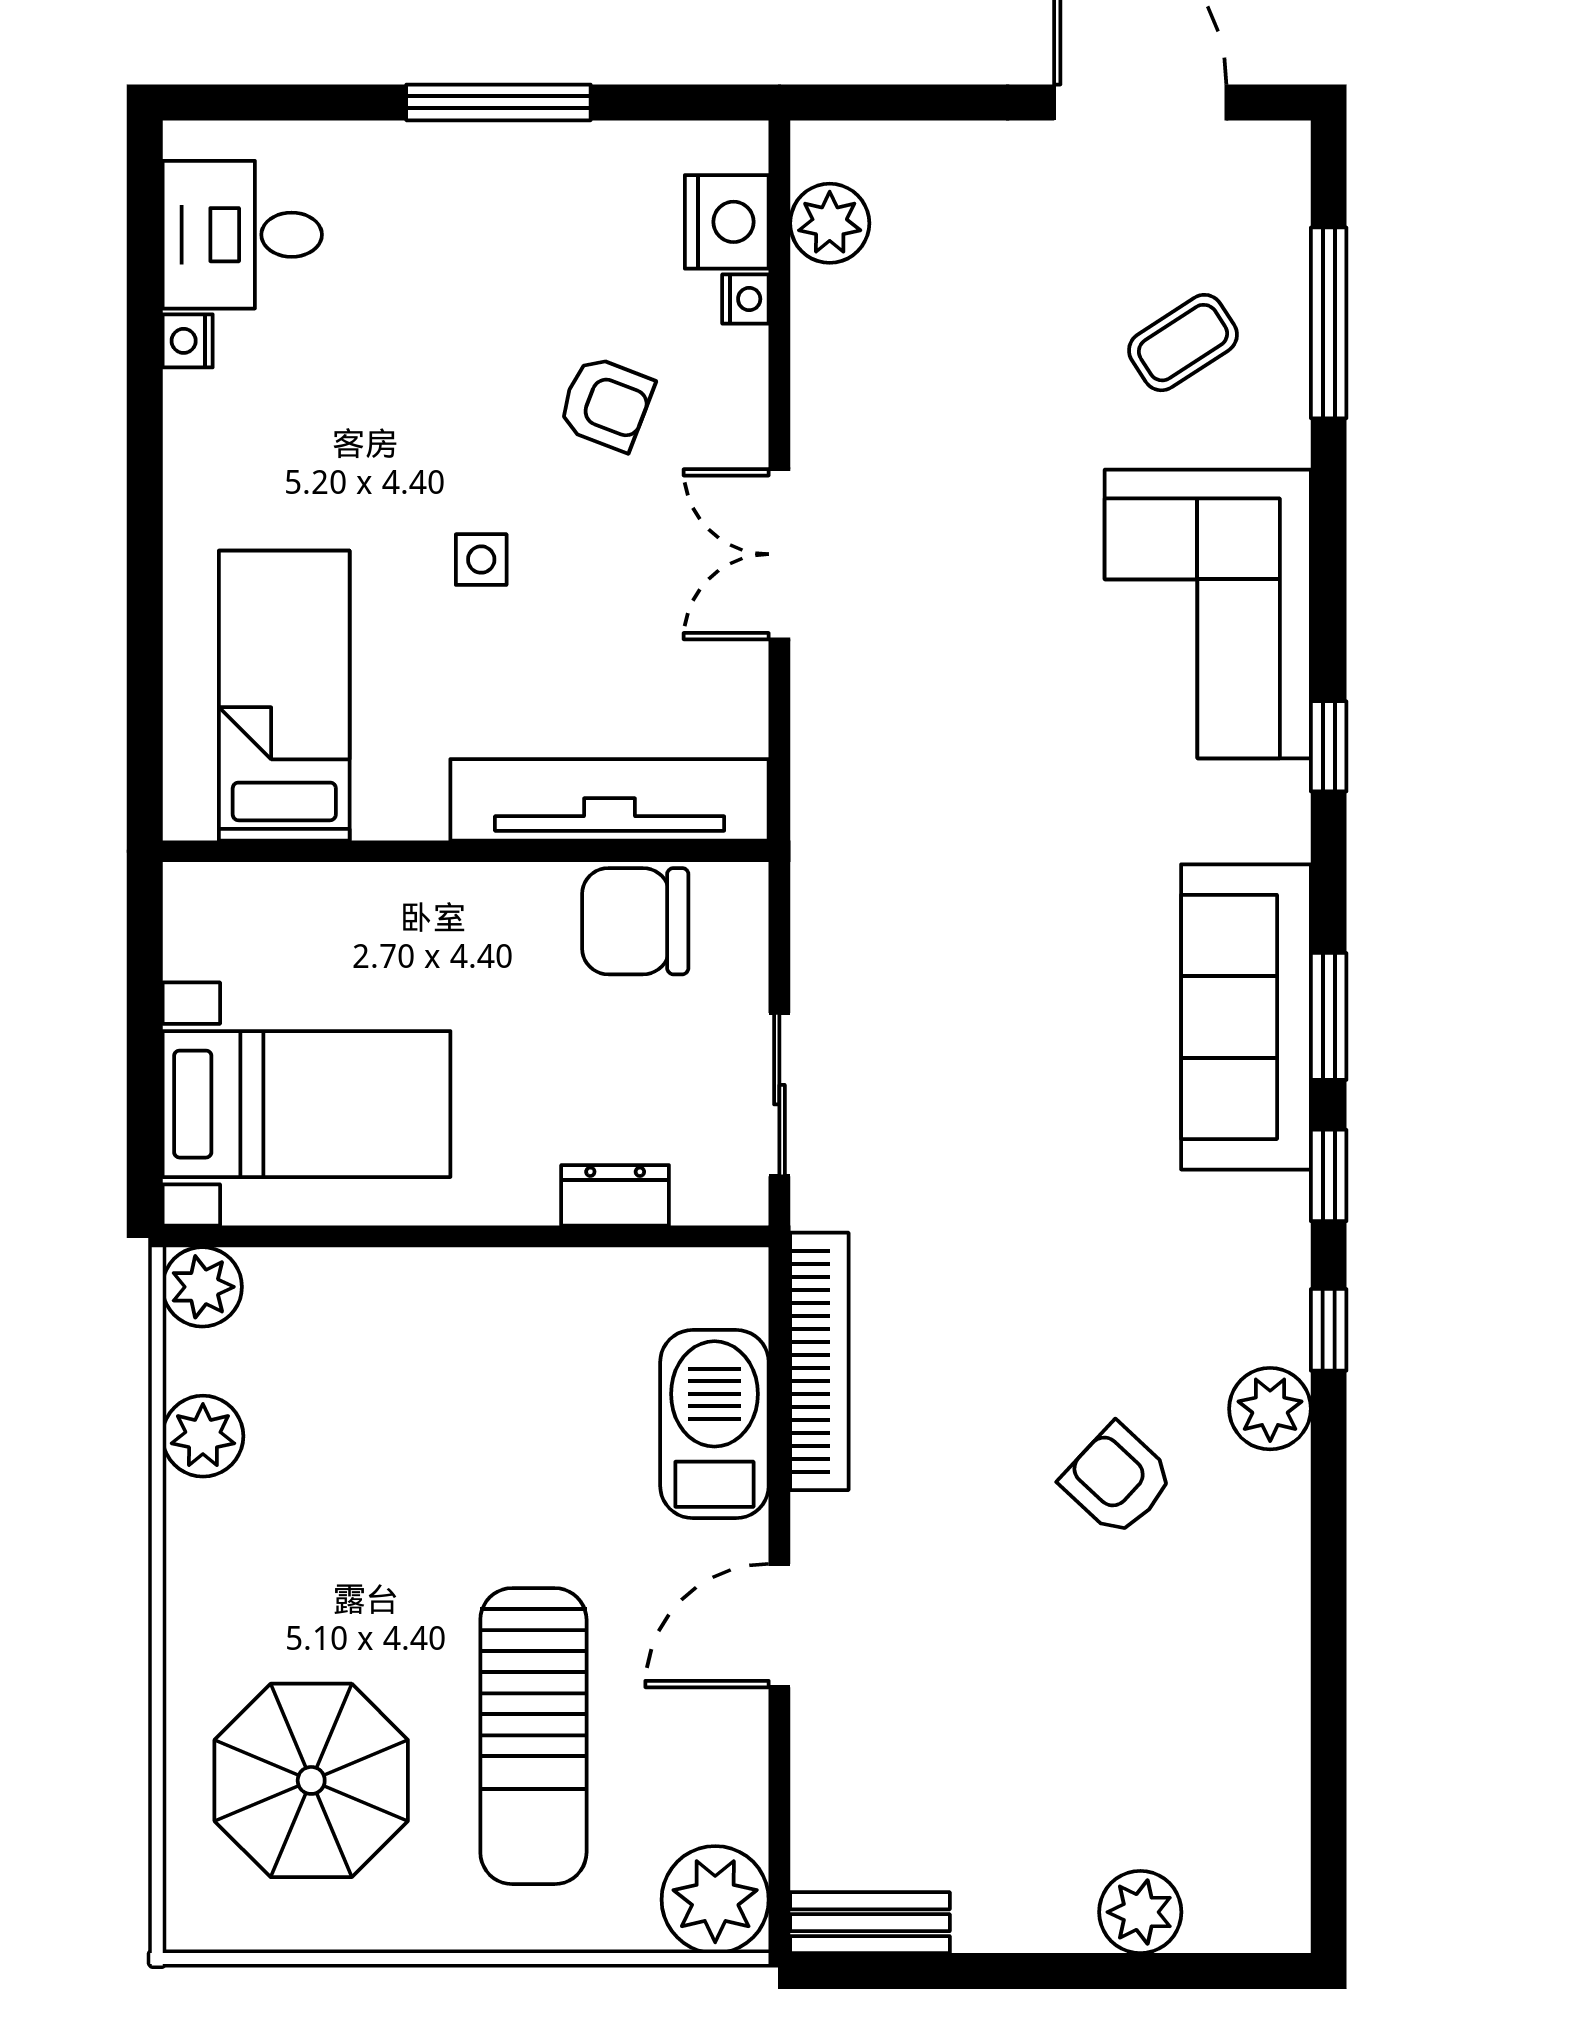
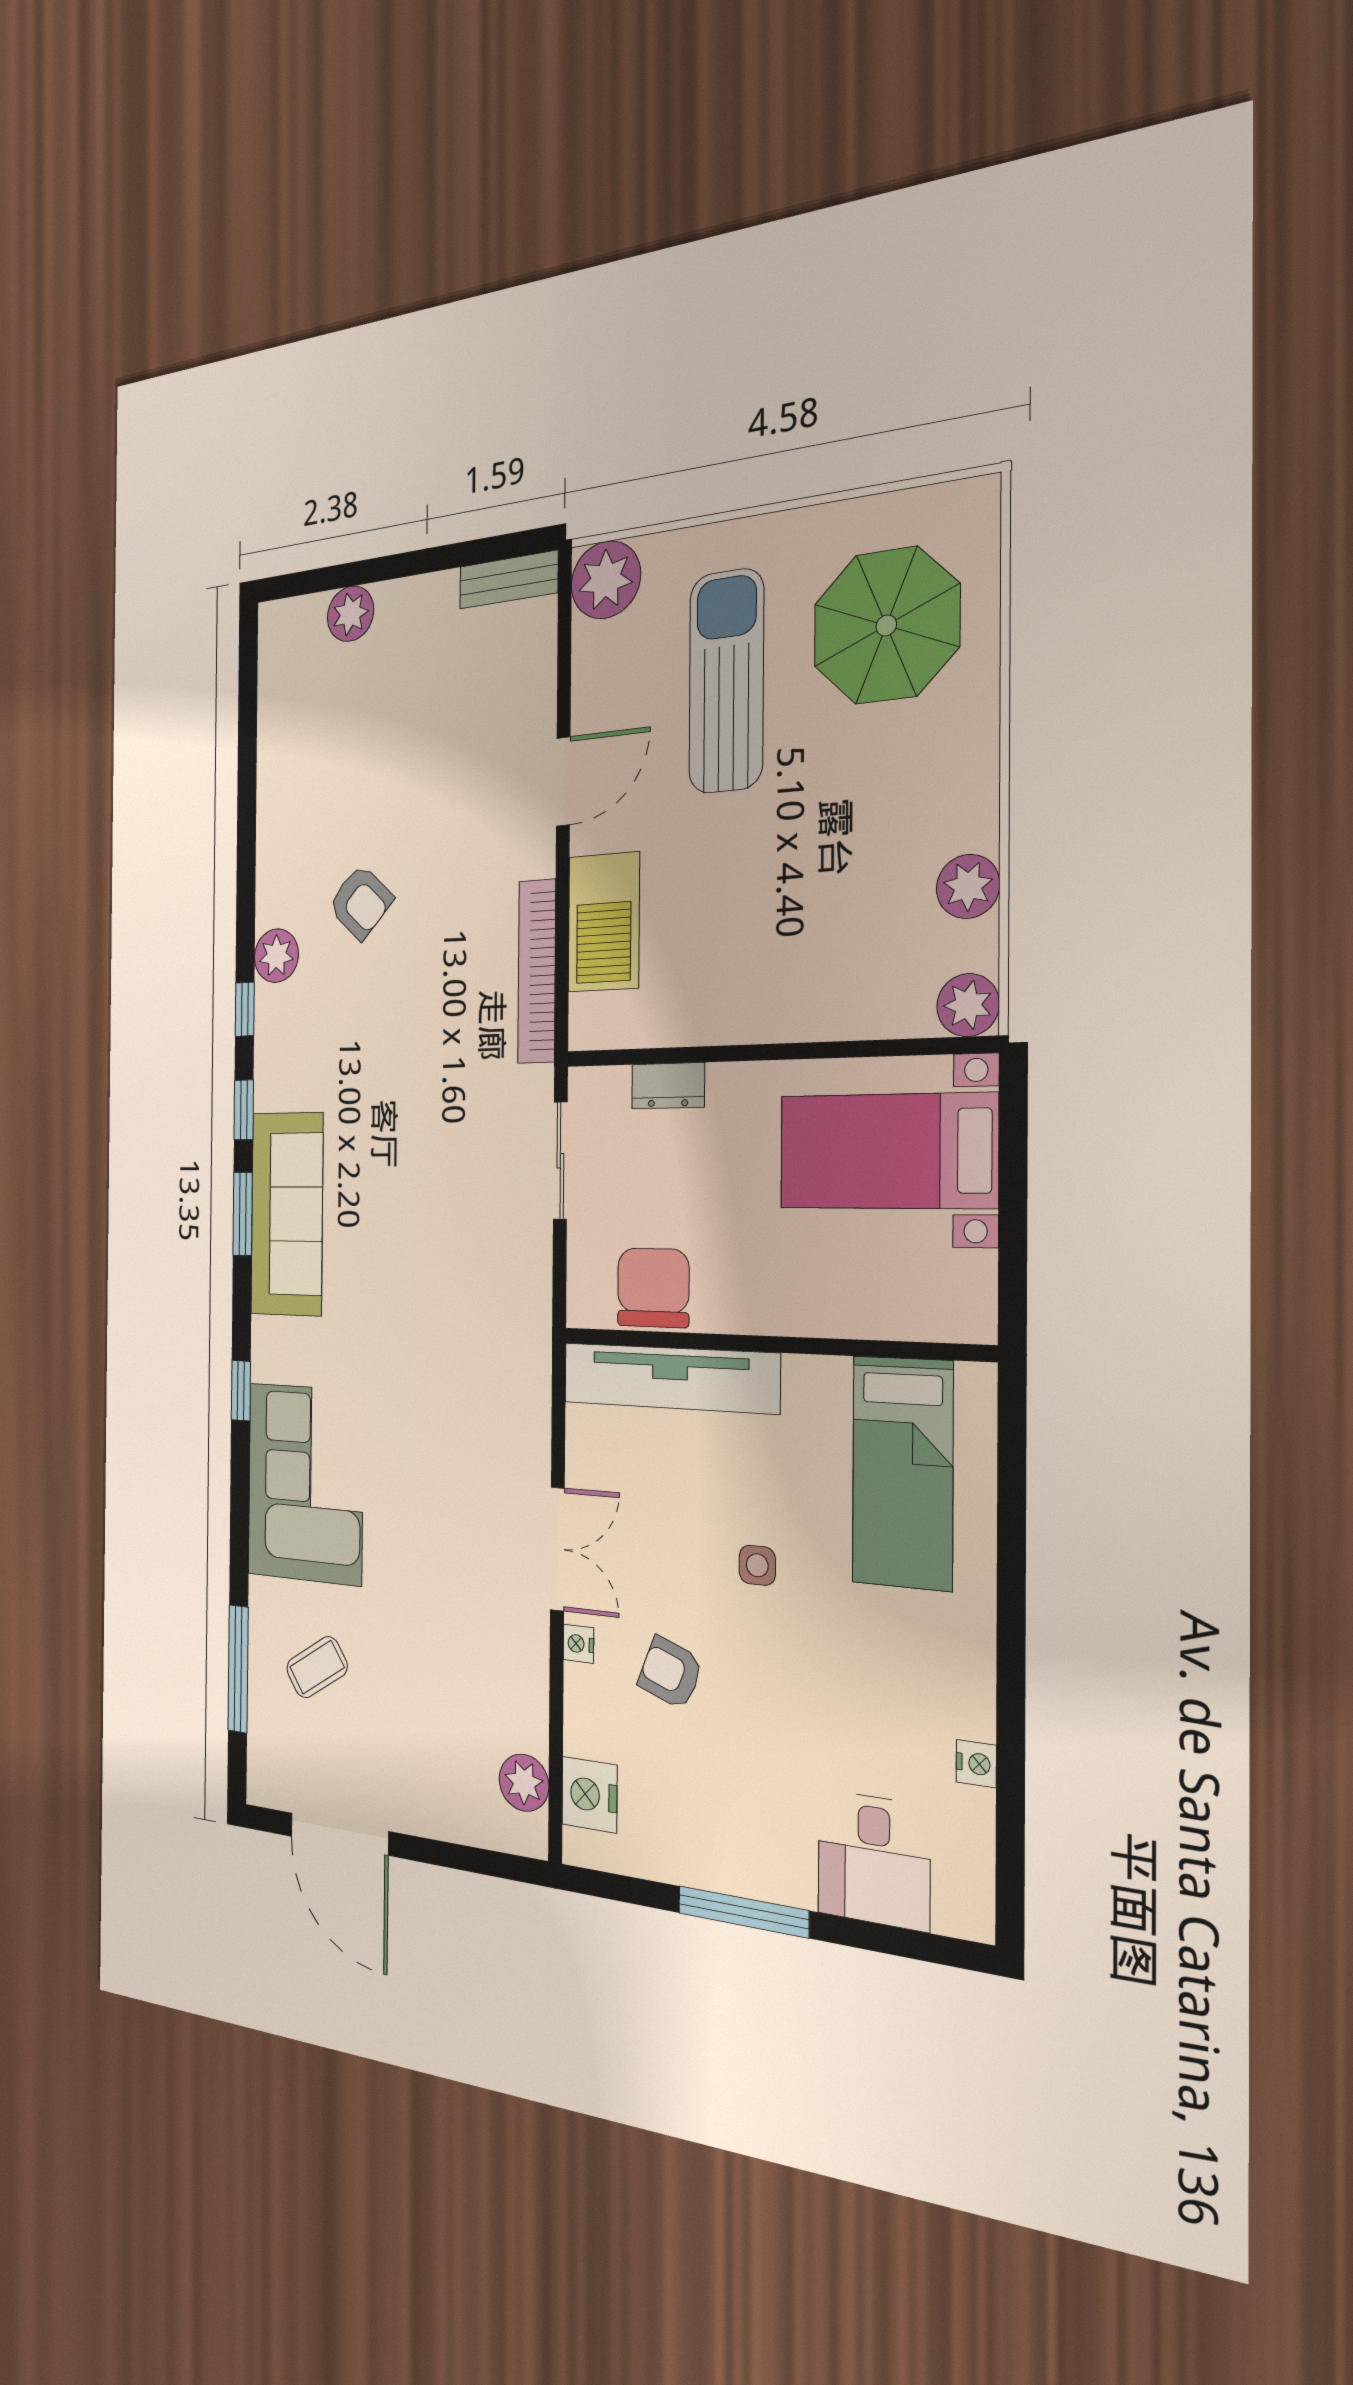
desk: (242, 235) -> (874, 1860), moved, turned 90
nightstand: (745, 299) -> (578, 1644), moved
chair: (635, 921) -> (653, 1288), turned -90

